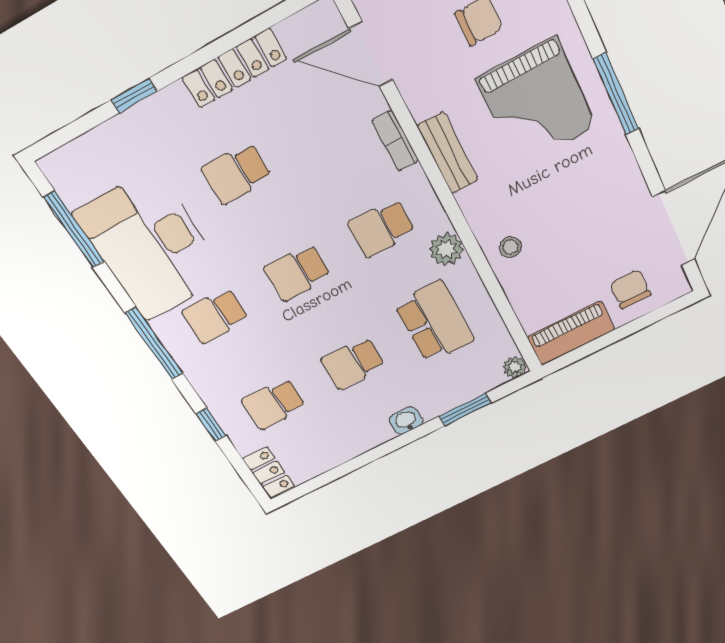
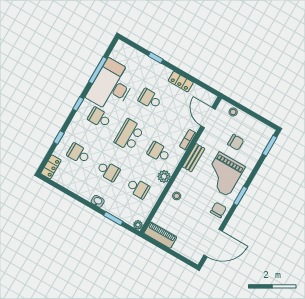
locker: (234, 68) -> (181, 82), width x0.66
window: (616, 94) -> (240, 196), width x0.69
window: (74, 229) -> (98, 70), moved
school desk: (297, 273) -> (129, 135), width x1.85
chair: (630, 289) -> (218, 210), moved
school desk: (434, 322) -> (138, 188), width x0.54
window: (154, 344) -> (78, 104), width x0.46
school desk: (353, 363) -> (108, 171), turned 180

